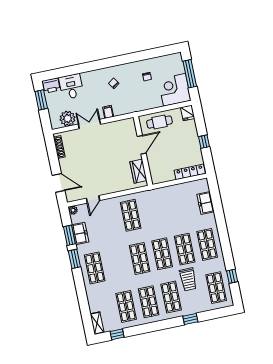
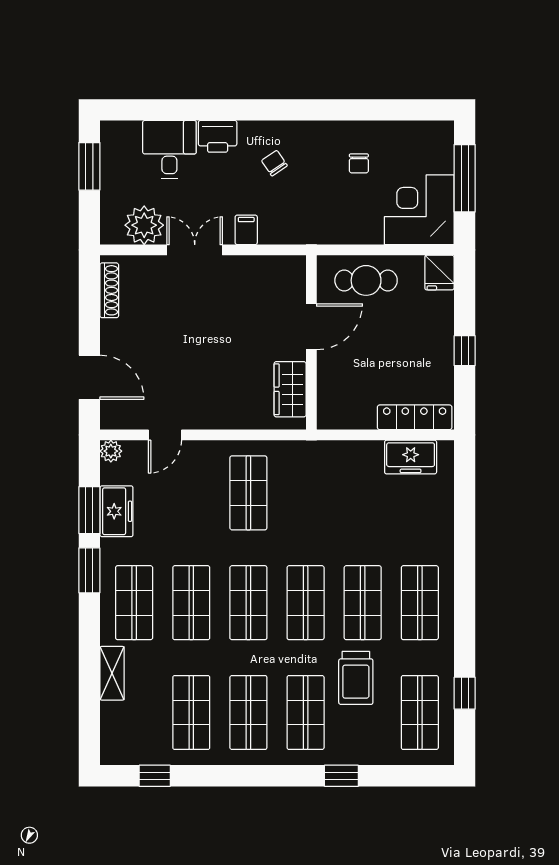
printer: (51, 85) -> (218, 136), moved
freezer: (206, 203) -> (411, 457), moved, turned -90
shop shelf: (117, 263) -> (191, 603), added
shelving: (97, 323) -> (112, 673), moved

